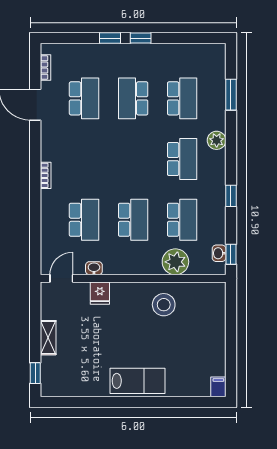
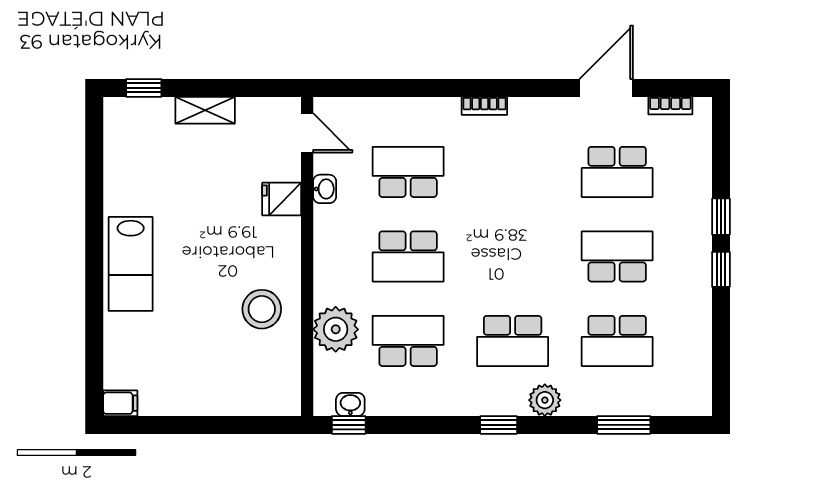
window: (231, 196) -> (499, 425), moved
school desk: (84, 220) -> (408, 172), turned 180
school desk: (182, 220) -> (408, 341), turned 180

